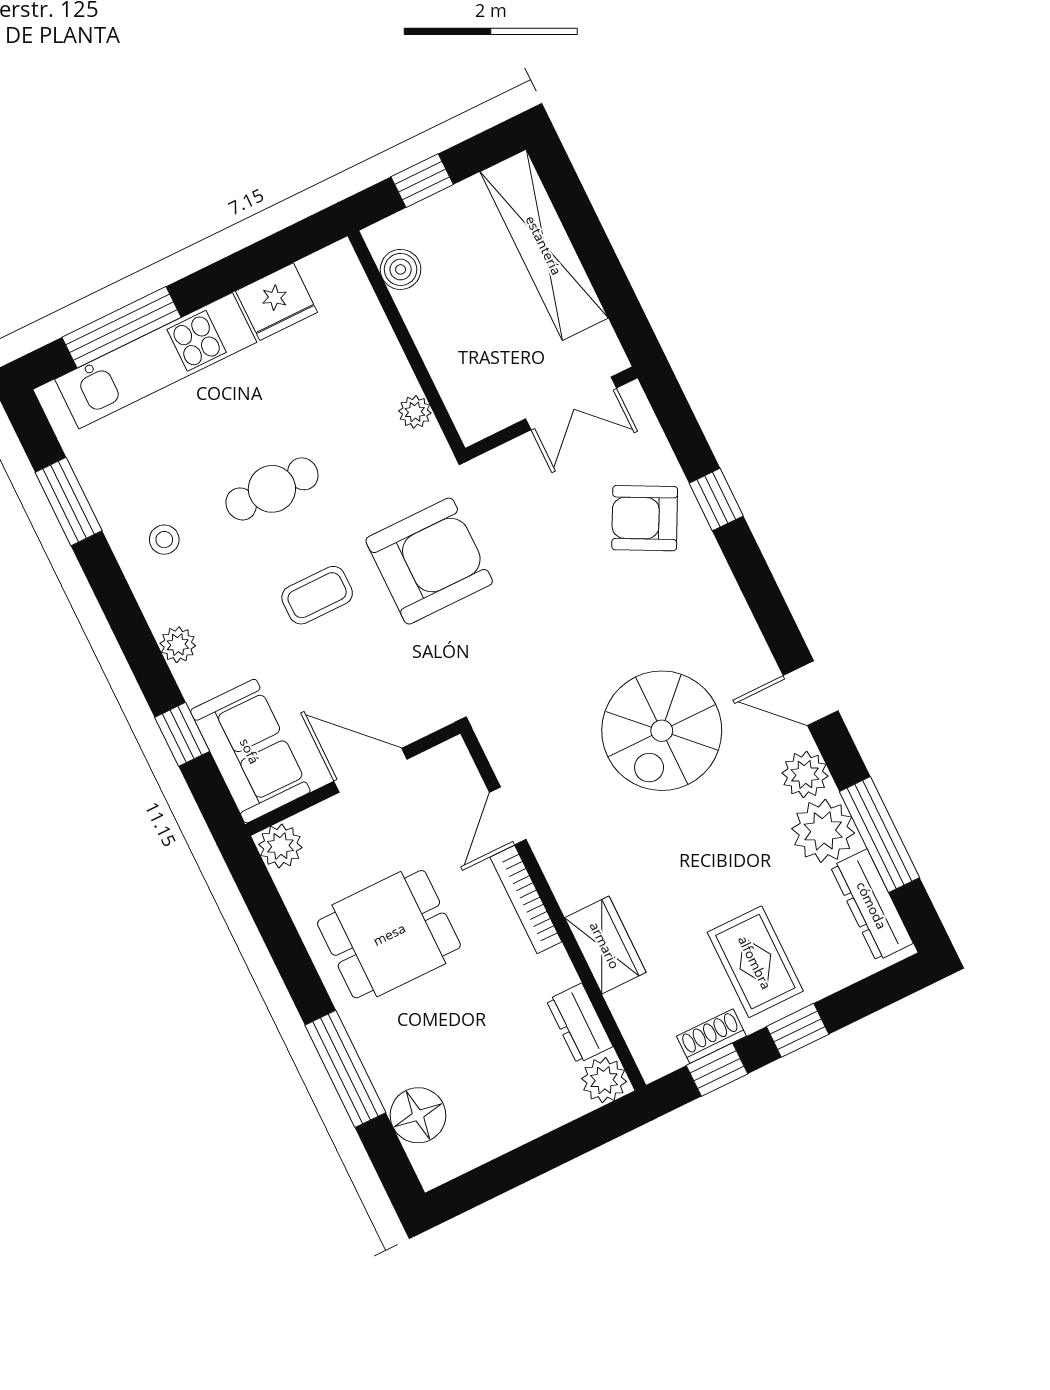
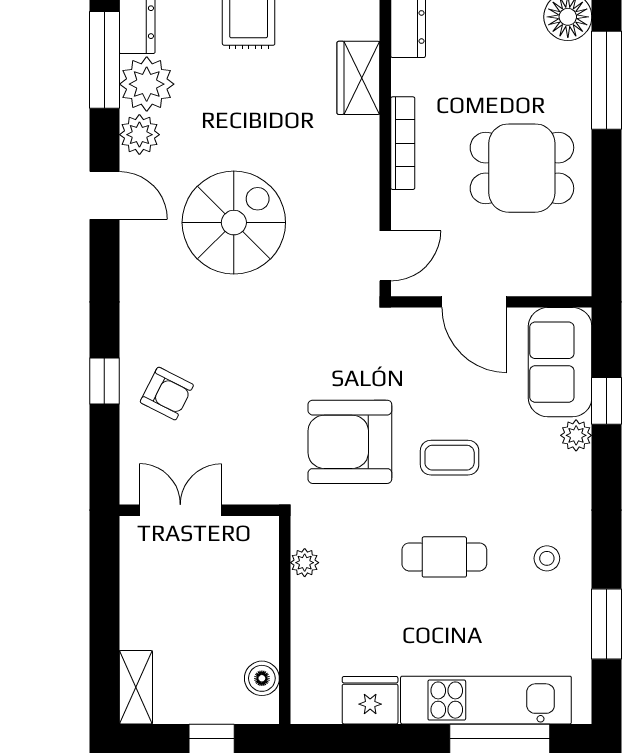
shelving: (544, 245) -> (136, 687), width x0.45, depth x0.75
armchair: (645, 518) -> (167, 394), width x0.72, depth x0.72
plant: (178, 645) -> (576, 435), moved
door: (508, 816) -> (385, 256), moved
plant: (280, 846) -> (573, 277), removed

